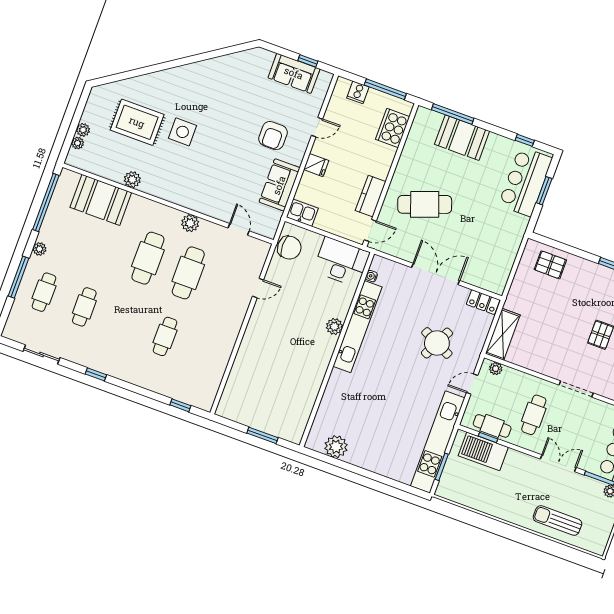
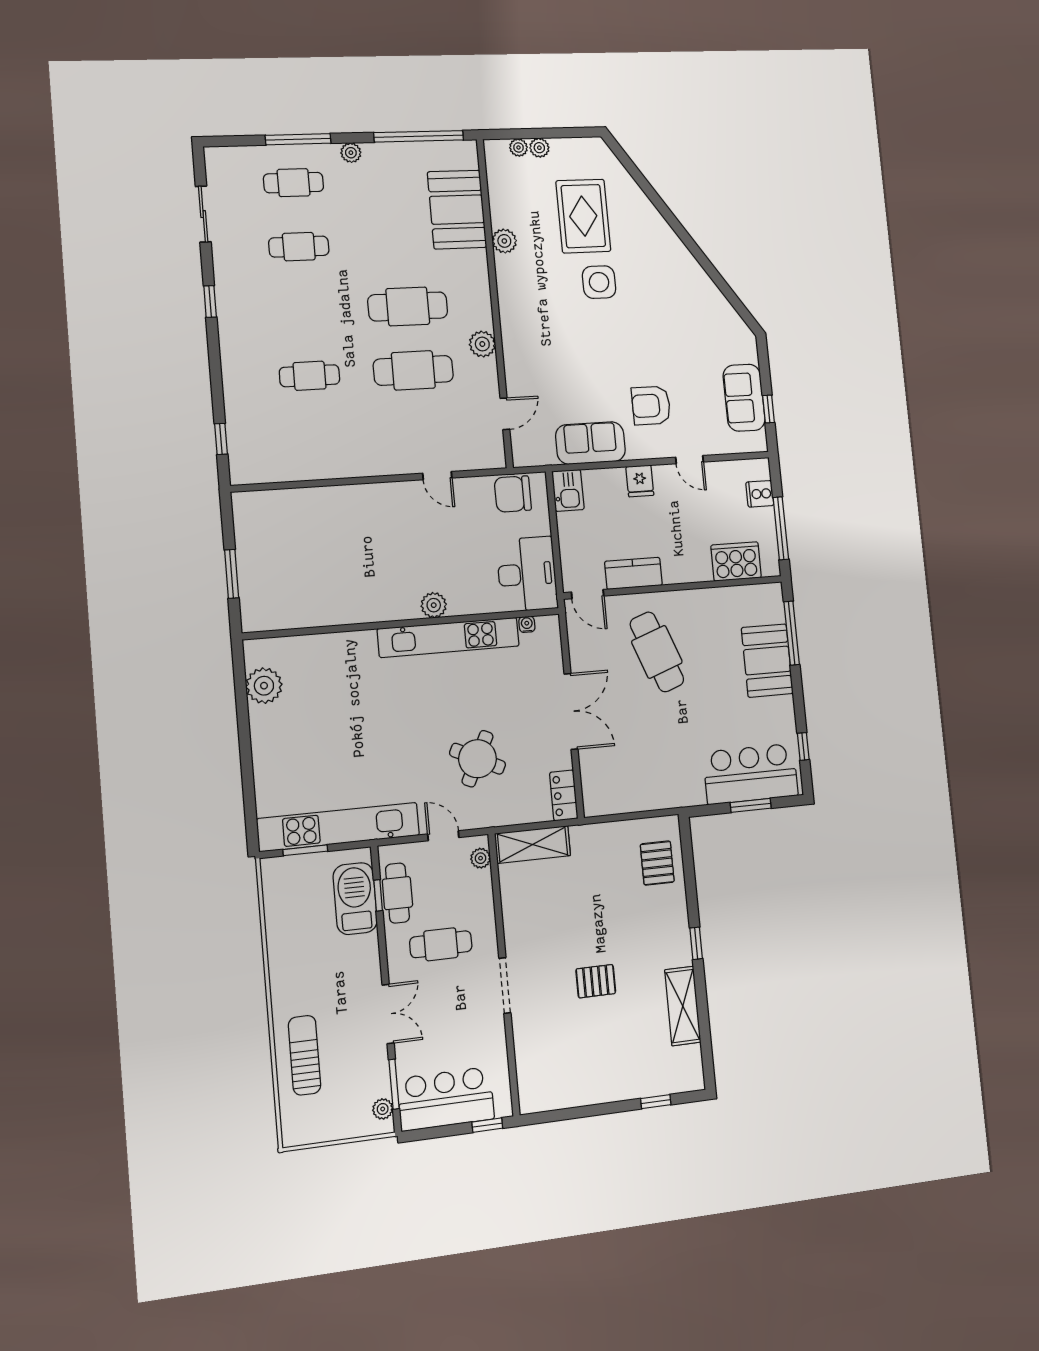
chair: (289, 248) -> (513, 494), turned 90

